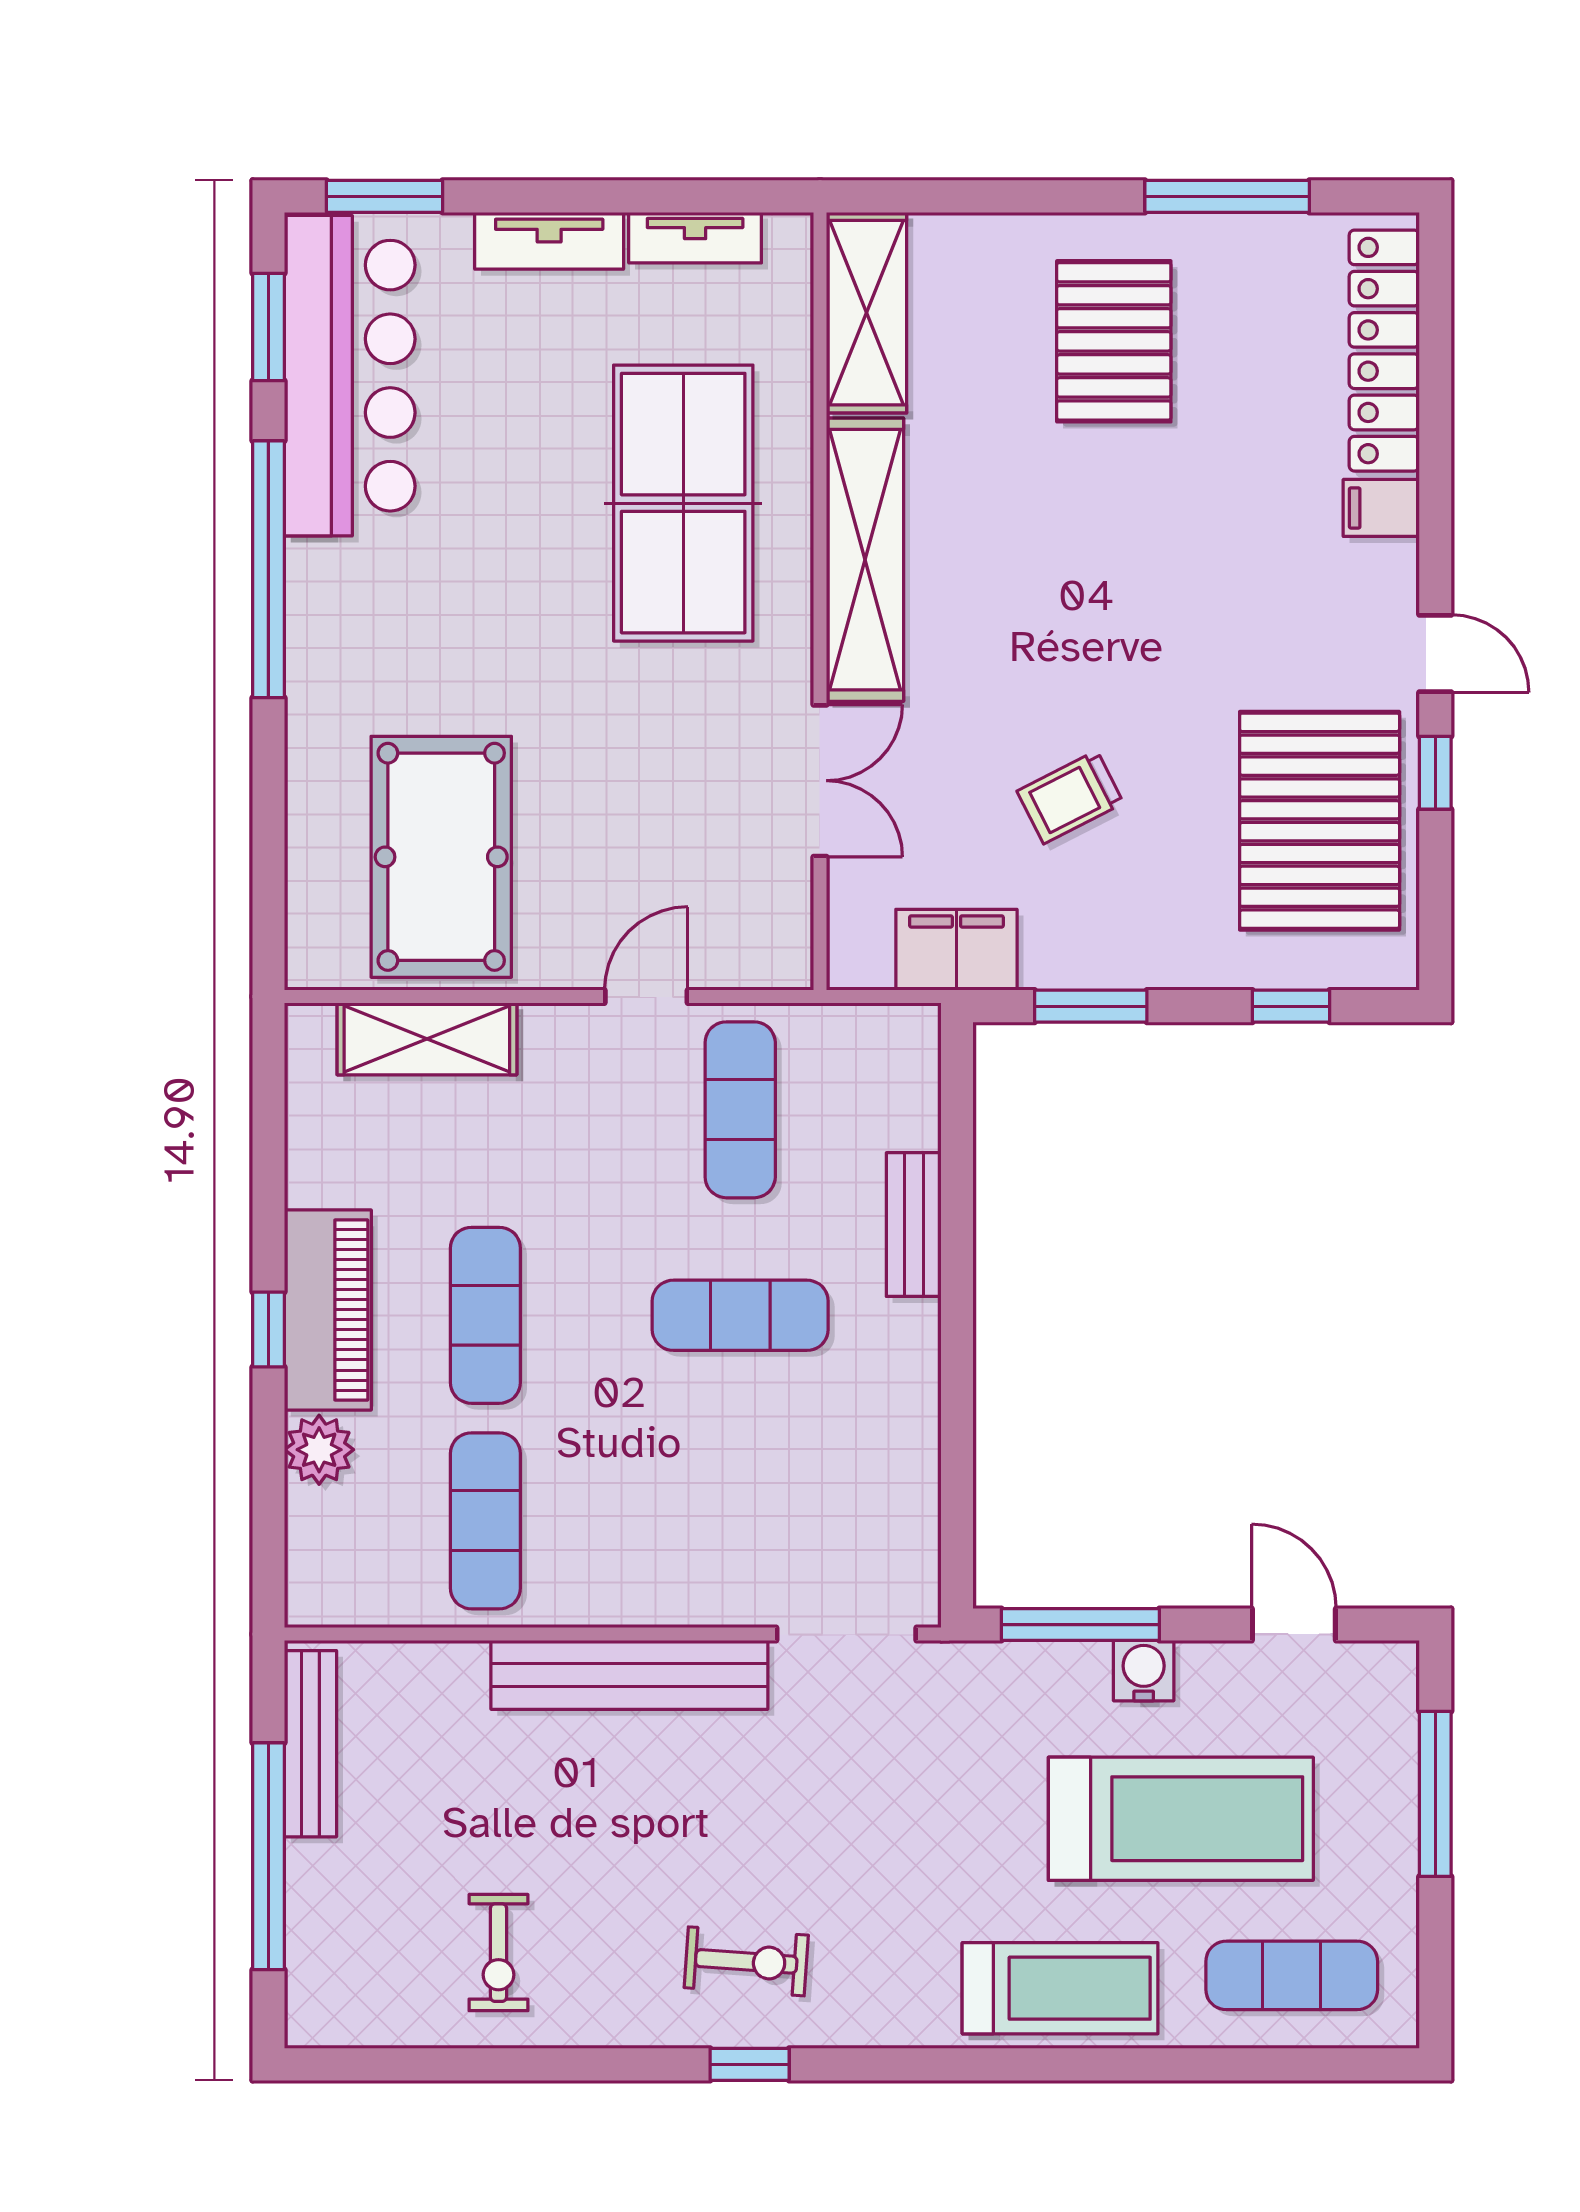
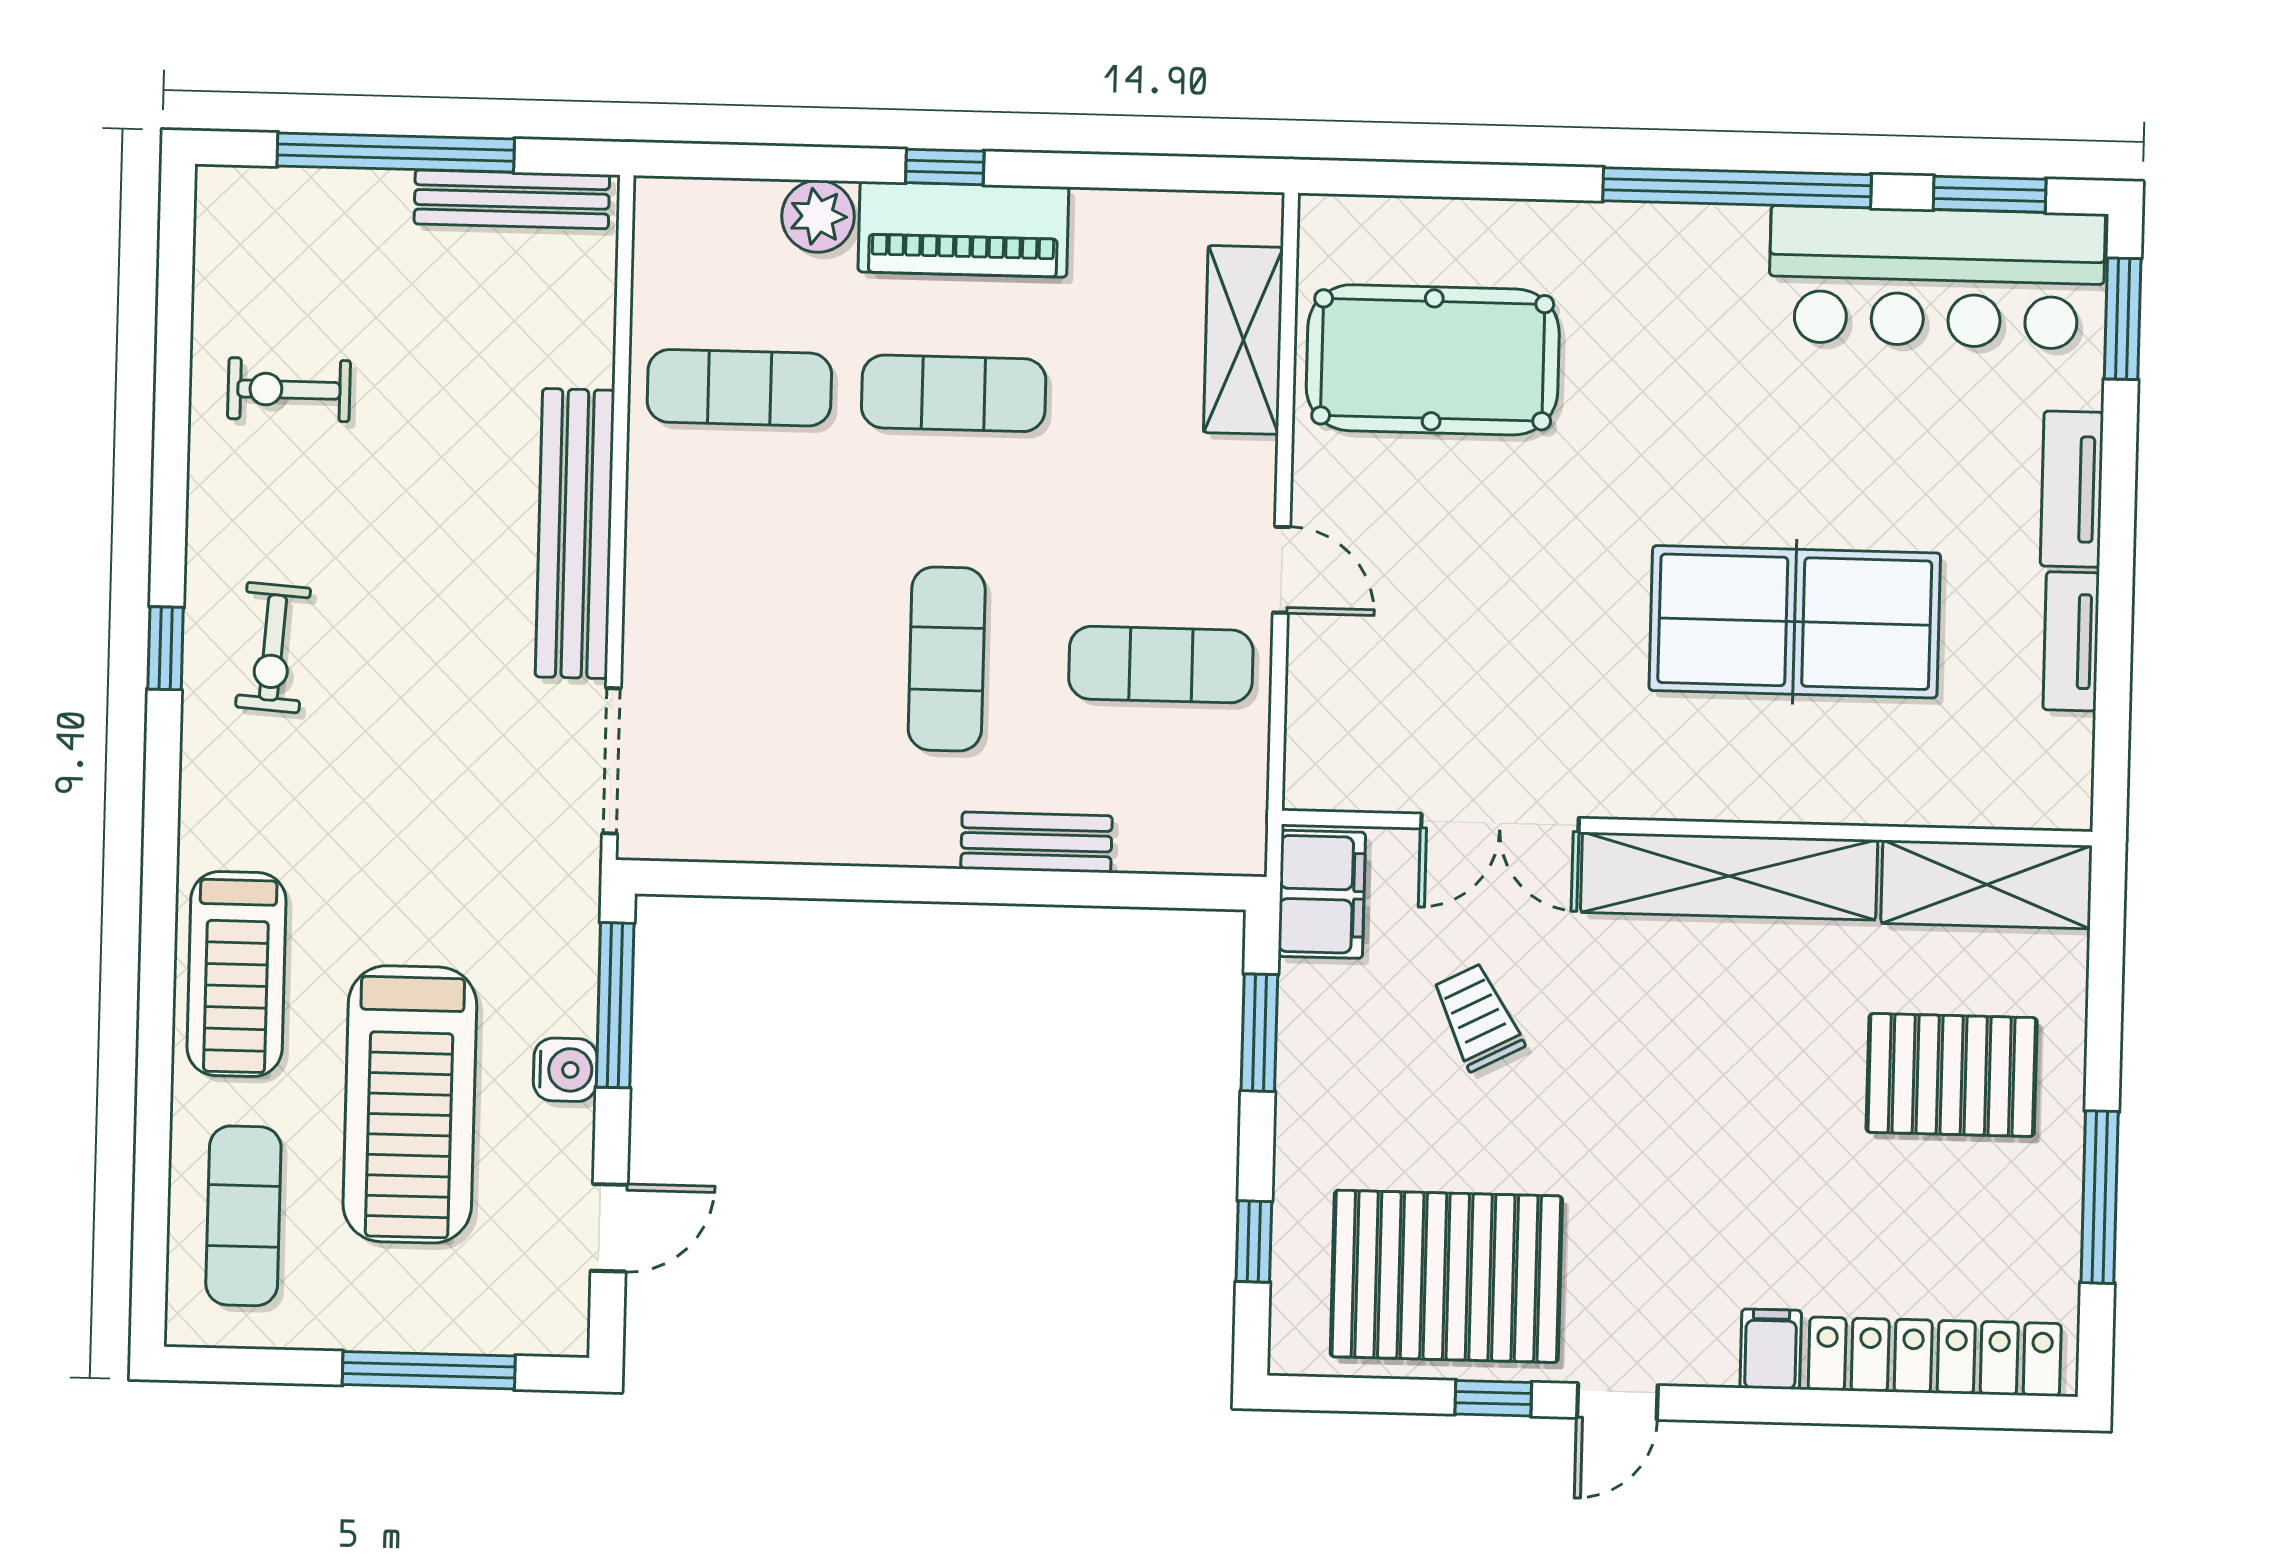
shelving: (866, 313) -> (1987, 884), moved
shelving: (865, 560) -> (1729, 876), moved
wall: (820, 601) -> (1687, 828), moved
double door: (820, 781) -> (1500, 823), moved

